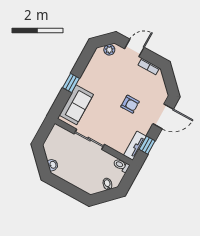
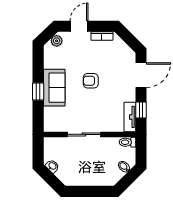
armchair: (130, 104) -> (91, 81), moved, turned 180
sofa: (76, 105) -> (54, 88), moved
washbasin: (53, 165) -> (52, 166), moved

